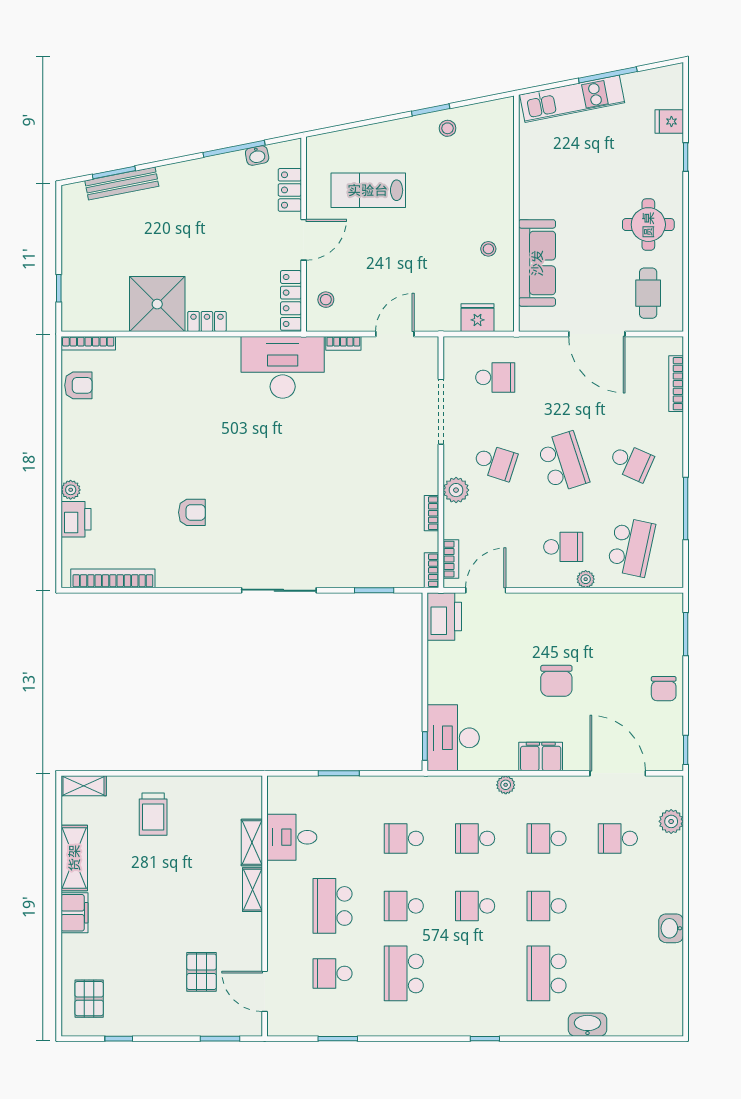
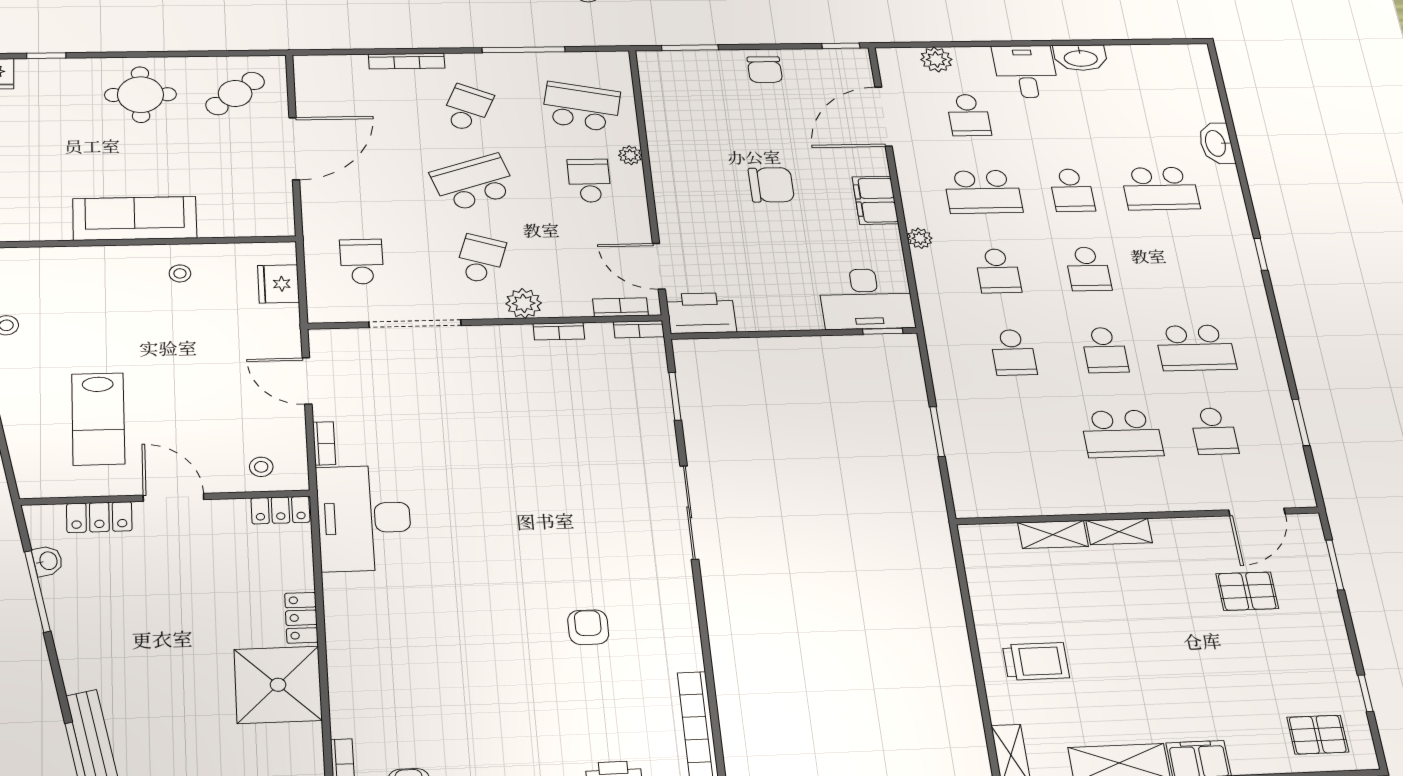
sofa: (537, 263) -> (135, 218), moved
cafe table: (648, 293) -> (235, 93), turned -40
locker: (291, 300) -> (280, 510), width x0.66
bookcase: (676, 384) -> (407, 61), moved
chair: (664, 689) -> (765, 70), turned 90
desk: (292, 837) -> (1026, 72), moved, turned 180
school desk: (546, 838) -> (983, 192), width x1.85
washbasin: (671, 928) -> (1081, 58), width x1.38

